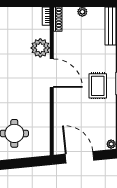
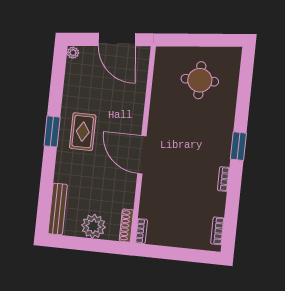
plant: (82, 12) -> (93, 226), width x1.88, depth x1.88
plant: (40, 48) -> (153, 190), removed

